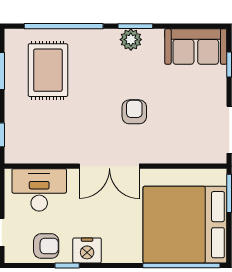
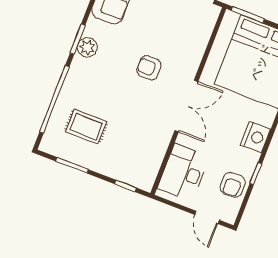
rug: (48, 70) -> (86, 127), width x0.73, depth x0.70
armchair: (46, 246) -> (233, 185), turned 180
nightstand: (87, 250) -> (256, 137), moved

